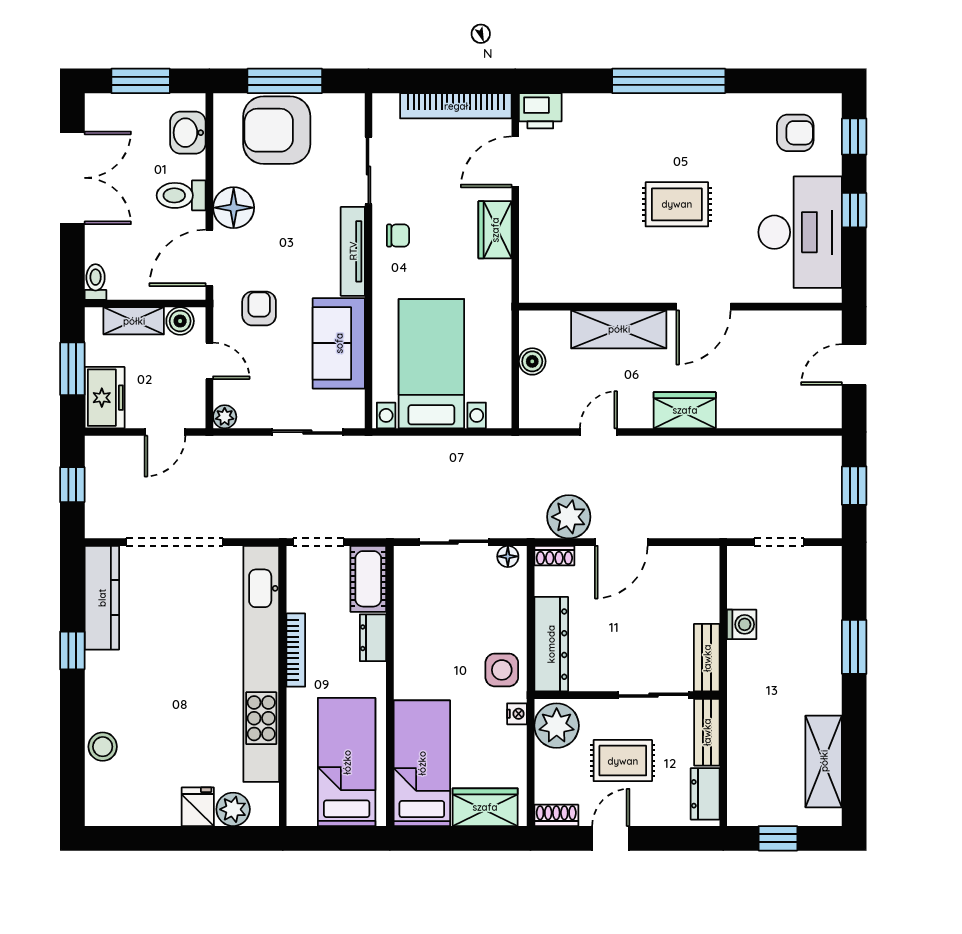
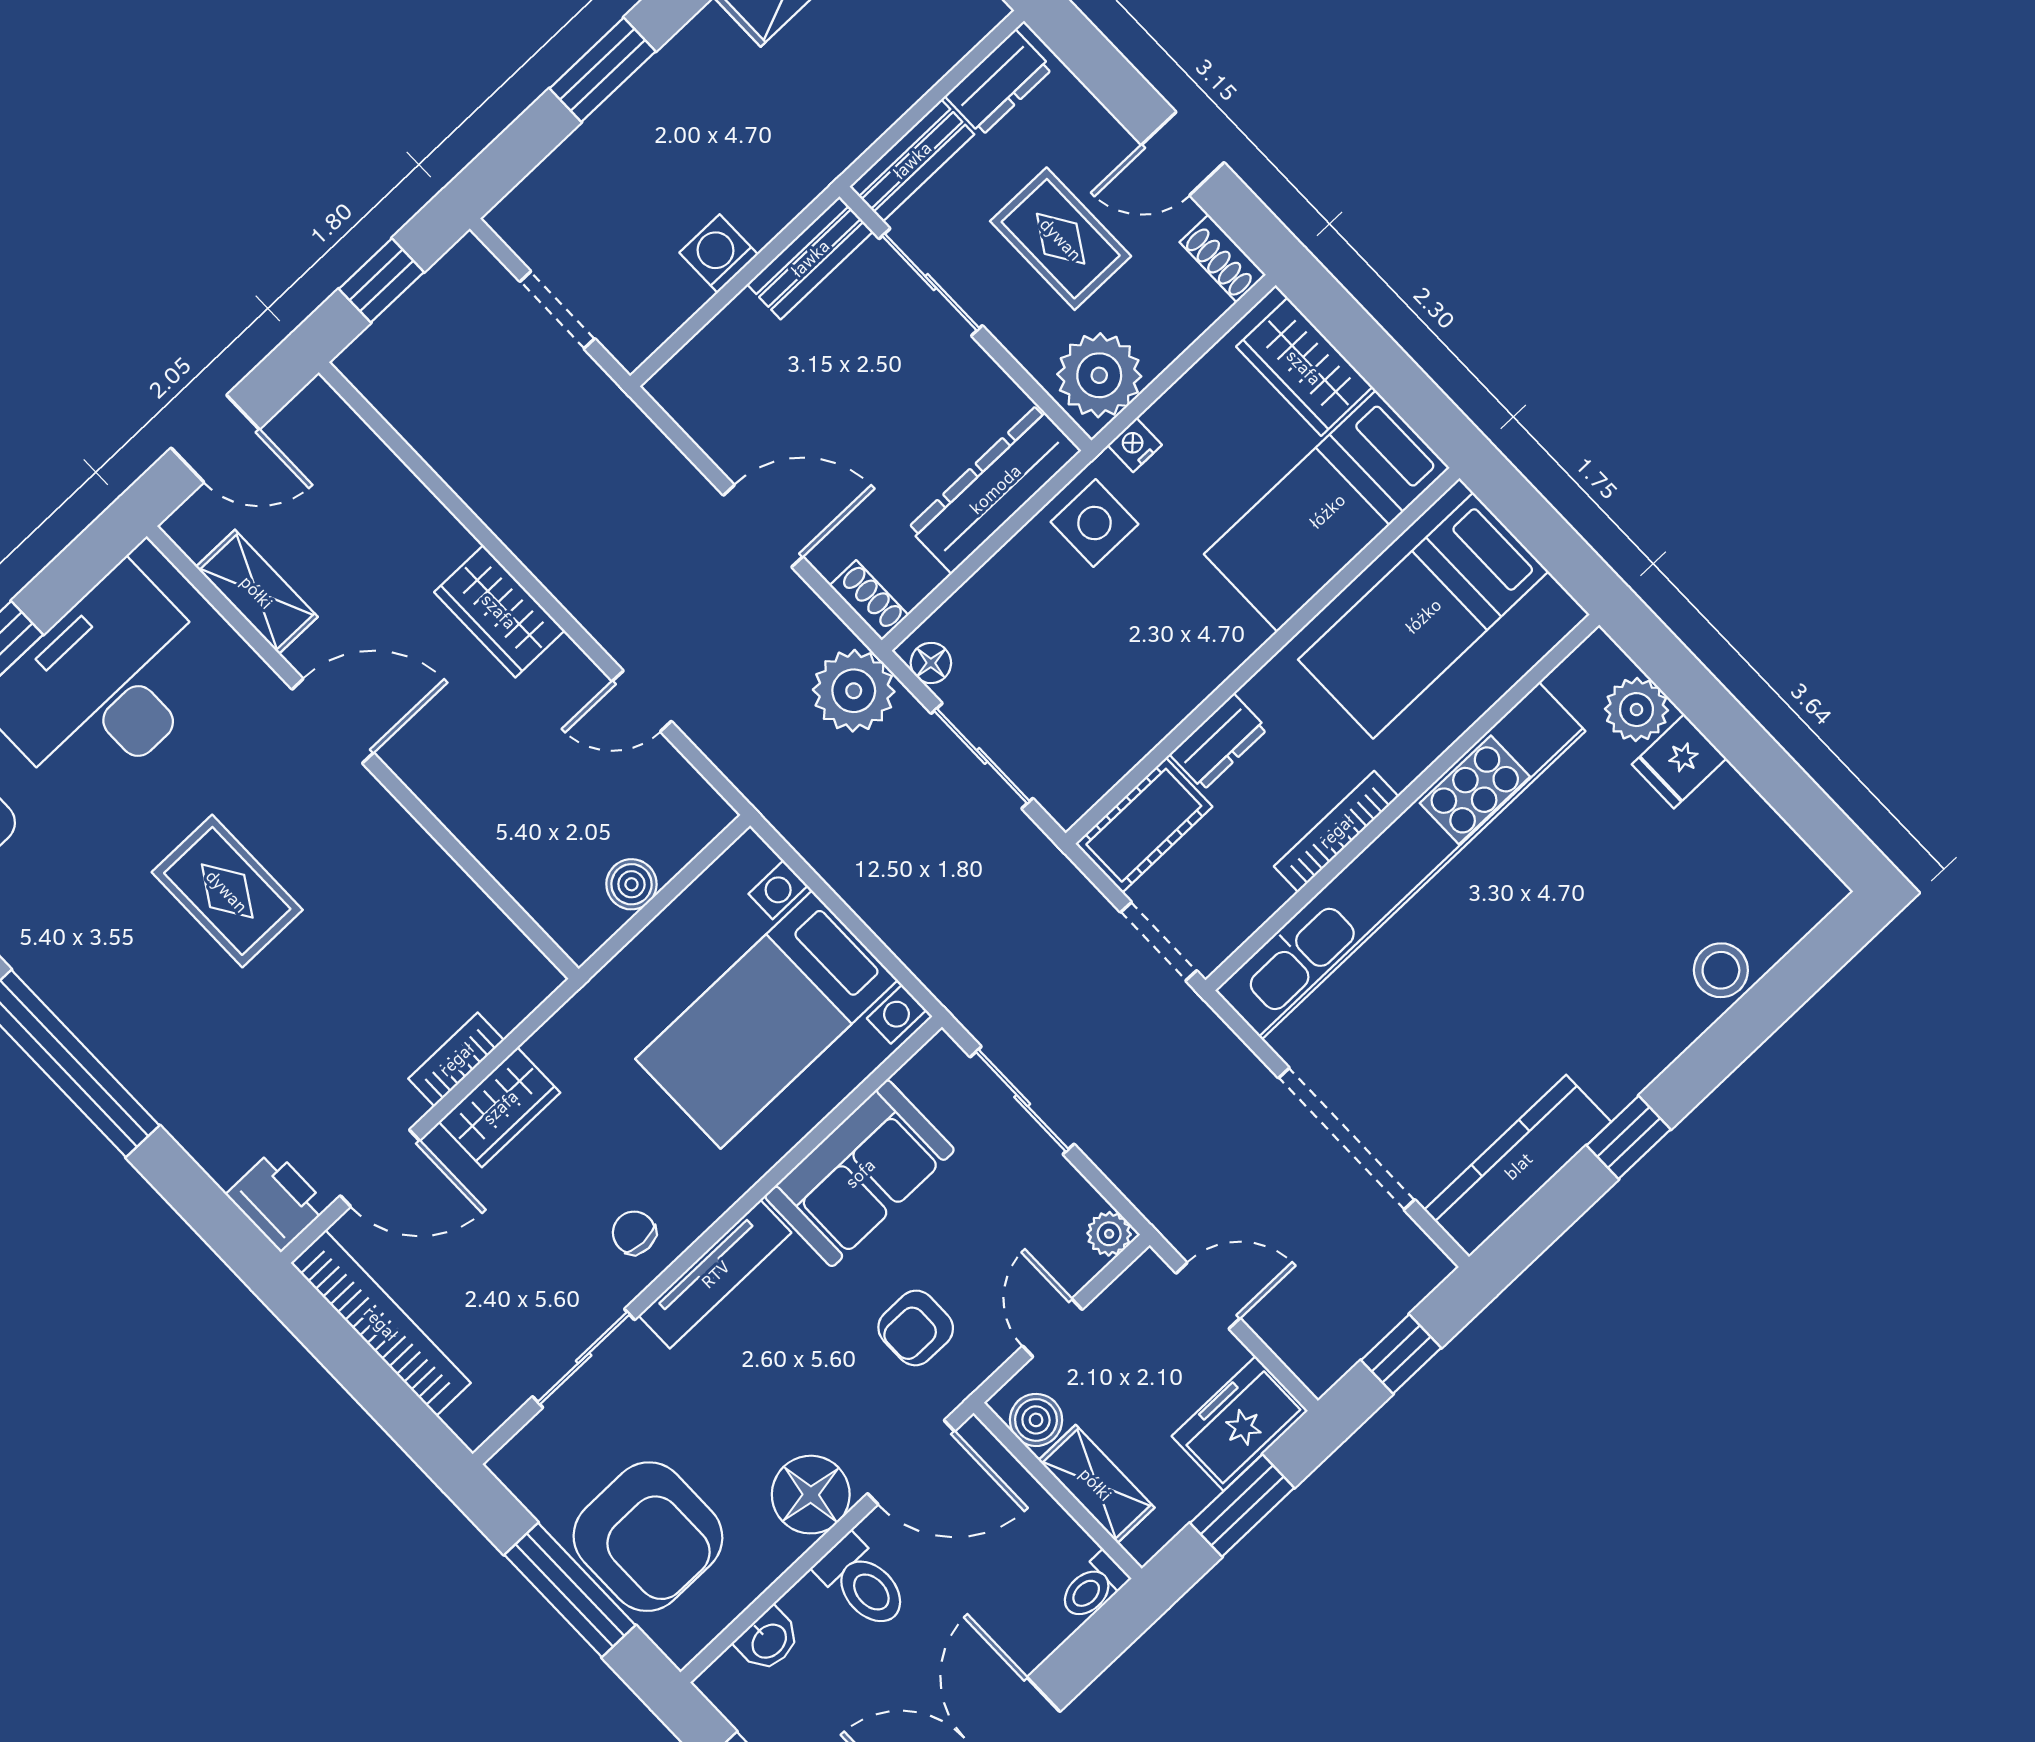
washbasin: (188, 133) -> (768, 1640), width x0.72, depth x0.69
bookcase: (529, 231) -> (456, 1059), added
shelving: (619, 329) -> (257, 592), moved, width x0.67, depth x0.75
plant: (569, 517) -> (854, 691), moved

